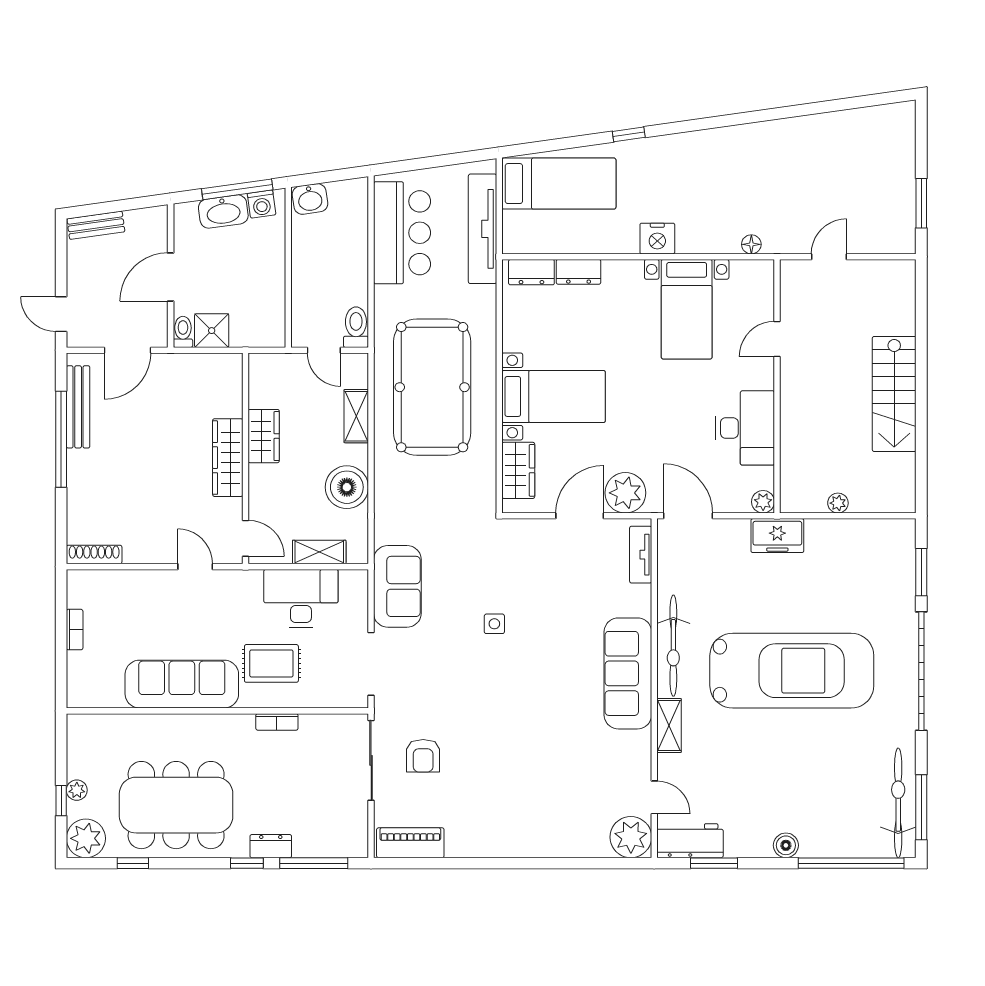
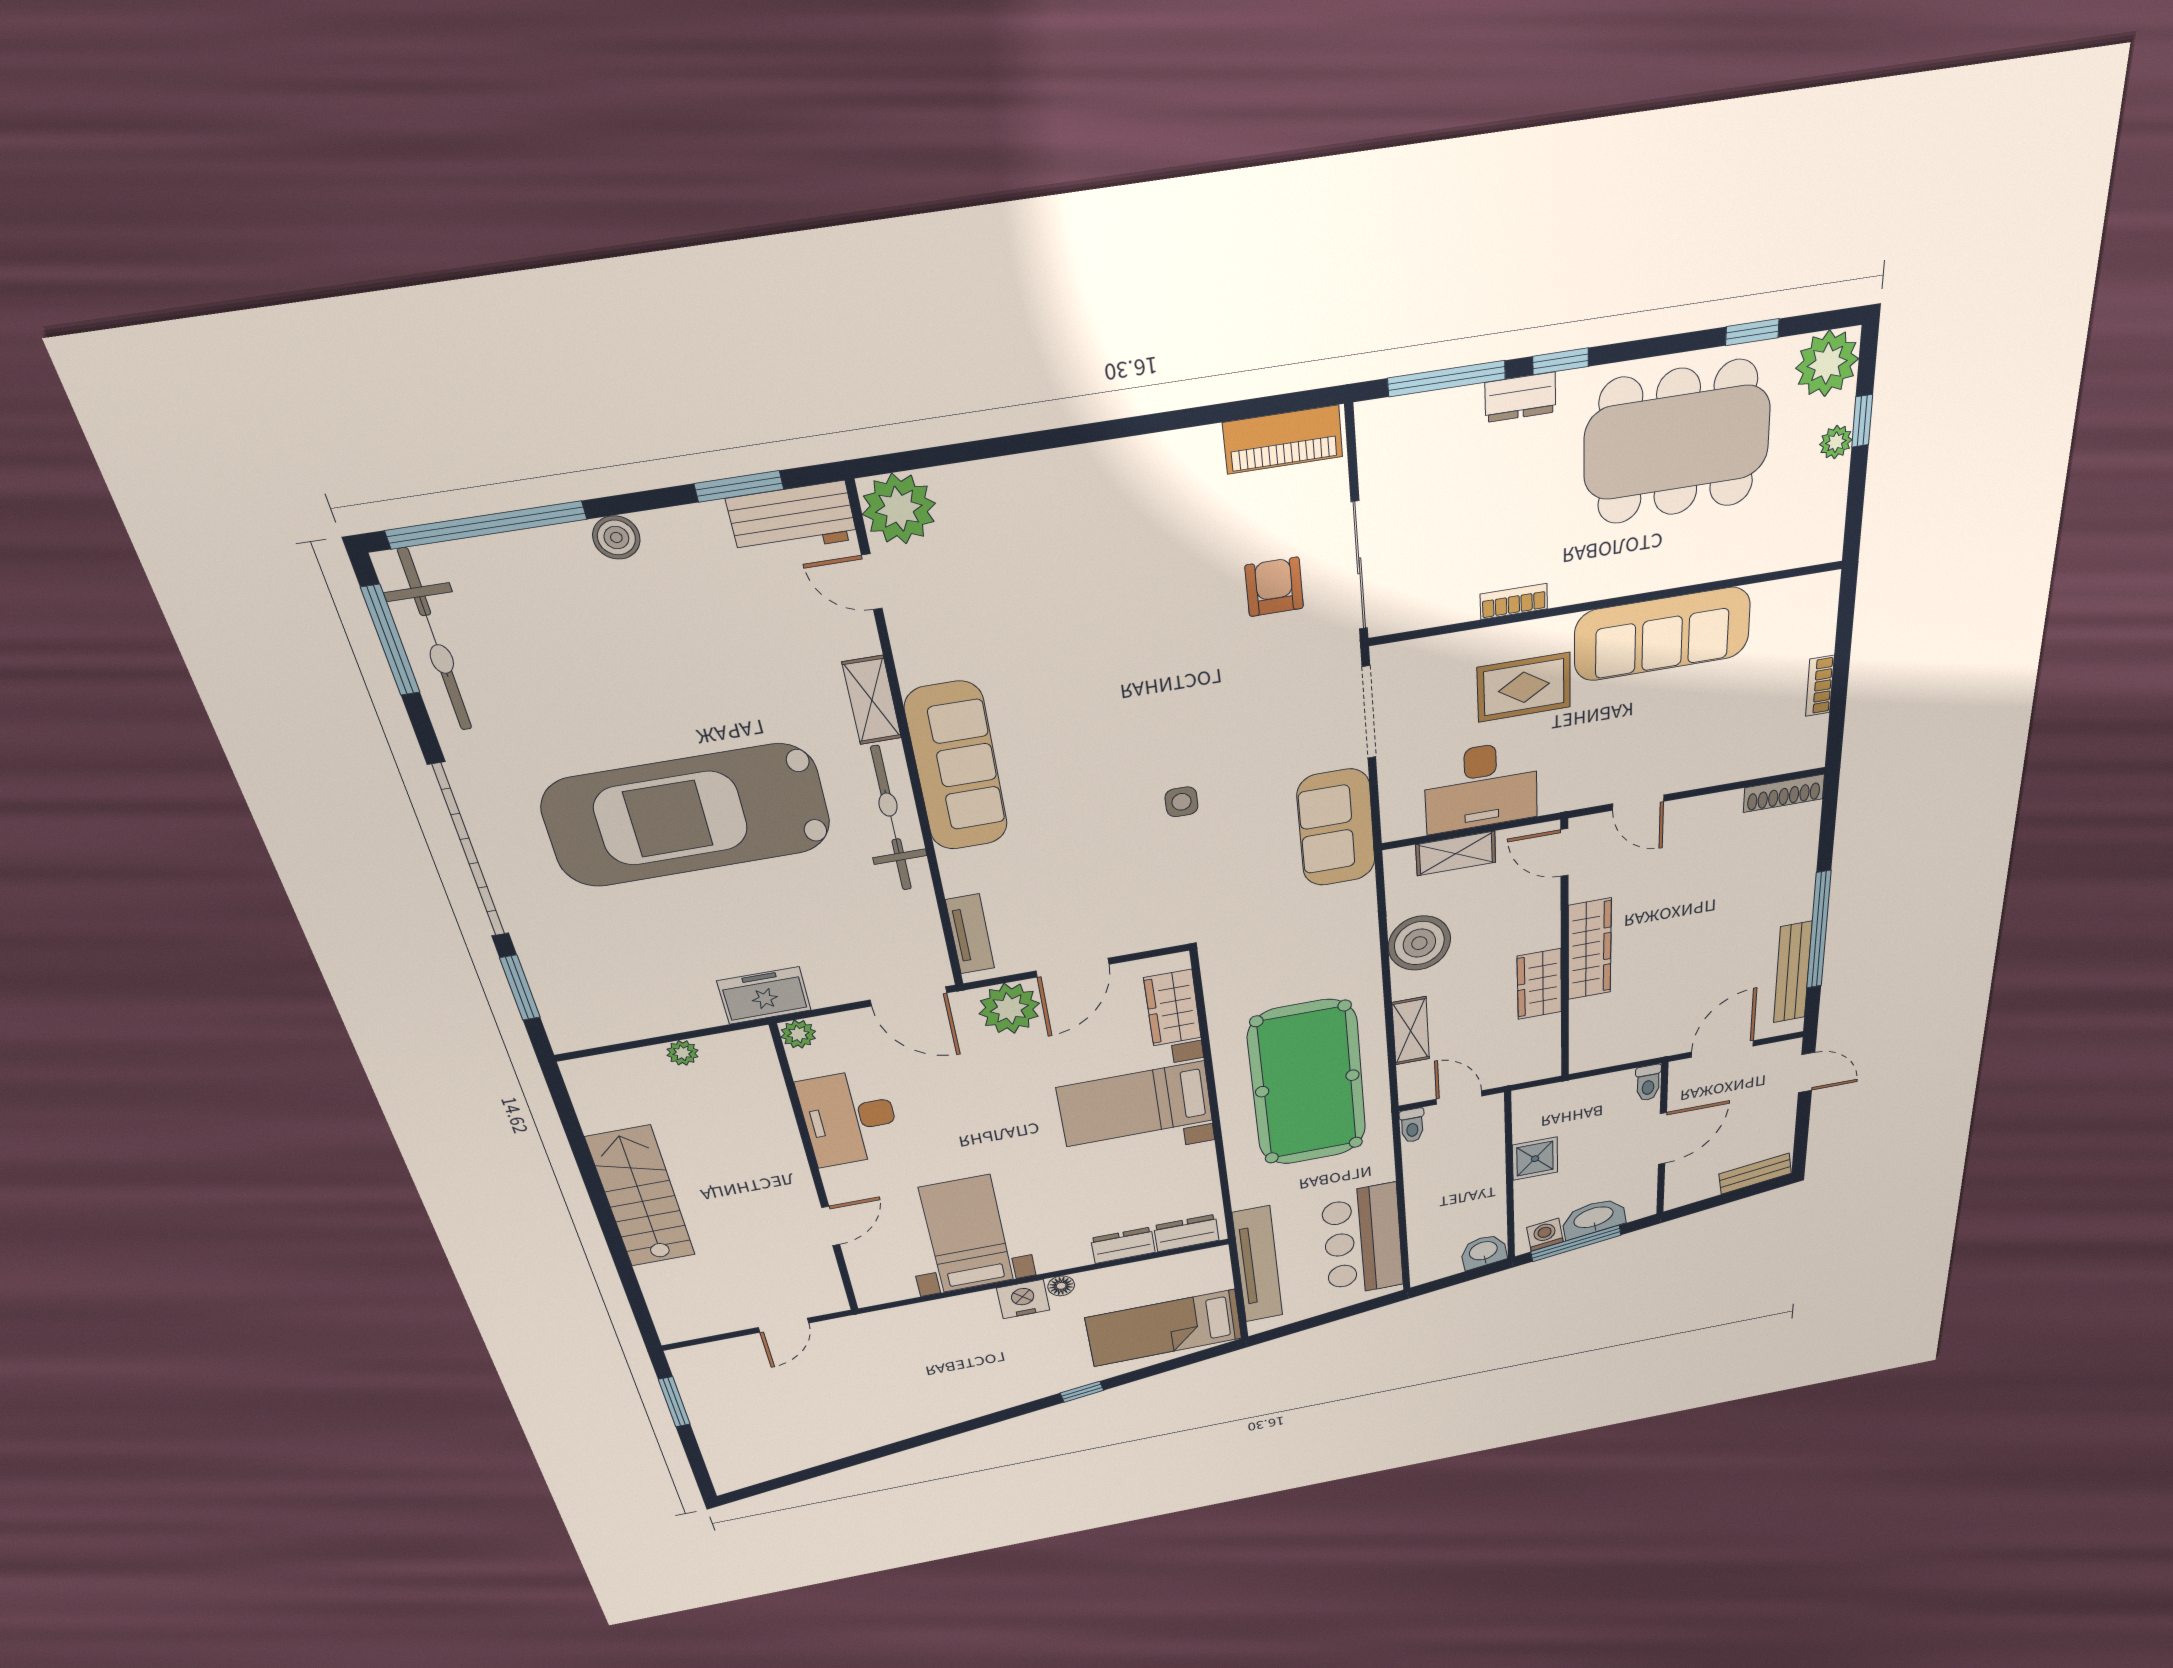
floor lamp: (751, 244) -> (1061, 1286), moved
toilet: (356, 327) -> (1412, 1125), width x0.73, depth x0.72
shower: (212, 331) -> (1535, 1159), moved

